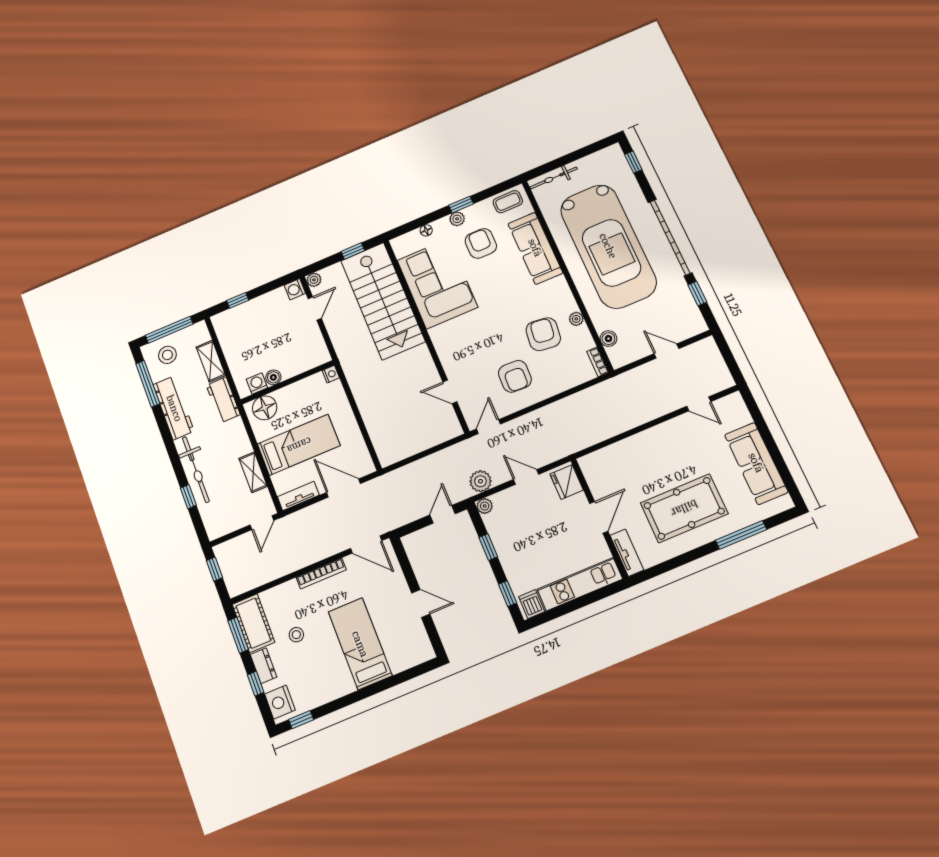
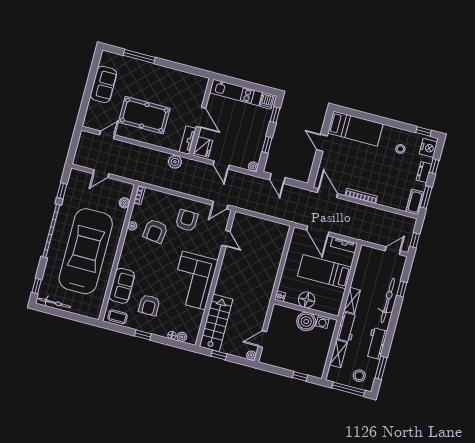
bicycle: (553, 178) -> (54, 303), moved
plant: (457, 219) -> (182, 337), moved
sofa: (535, 248) -> (122, 286), width x0.73
corner sofa: (437, 284) -> (194, 280), moved
washing machine: (295, 289) -> (265, 358), removed
stairs: (383, 301) -> (216, 323), width x0.73, depth x0.66
door: (667, 351) -> (101, 174), hinge flipped
boiler: (273, 377) -> (306, 321), width x1.86, depth x1.86
window: (148, 384) -> (381, 368), width x0.69
door: (699, 404) -> (107, 135), hinge flipped
workbench: (174, 408) -> (376, 343), width x0.73
floor lamp: (265, 408) -> (307, 300), moved
sofa: (756, 463) -> (104, 84), width x0.73
shelving: (253, 472) -> (352, 300), moved
plant: (480, 481) -> (175, 162), moved
pool table: (684, 508) -> (144, 115), moved
door: (442, 514) -> (277, 179), hinge flipped
door: (599, 517) -> (201, 117), swing flipped
door: (262, 523) -> (393, 251), moved
tv unit: (627, 553) -> (188, 140), moved
cot: (253, 623) -> (415, 202), width x0.73, depth x0.75
stool: (296, 635) -> (400, 149), moved
bed: (360, 644) -> (355, 129), moved, turned -90

